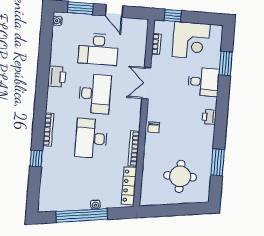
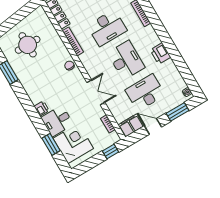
filing cabinet: (135, 27) -> (131, 126), added
corner desk: (191, 40) -> (73, 143), moved, turned 90
desk: (95, 94) -> (126, 60), turned 180
printer: (209, 117) -> (42, 108), moved
desk: (91, 138) -> (107, 28), turned 90

